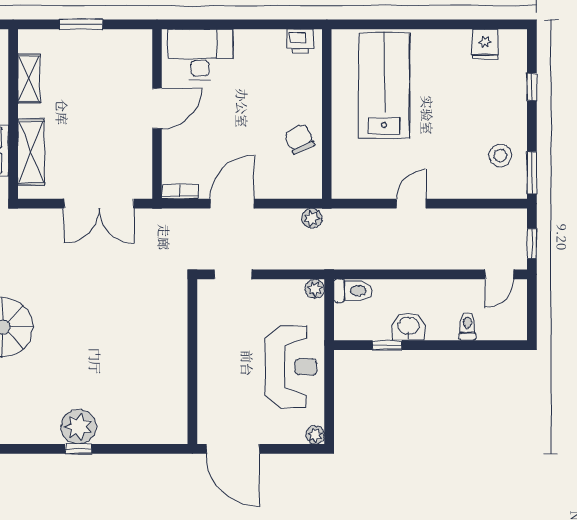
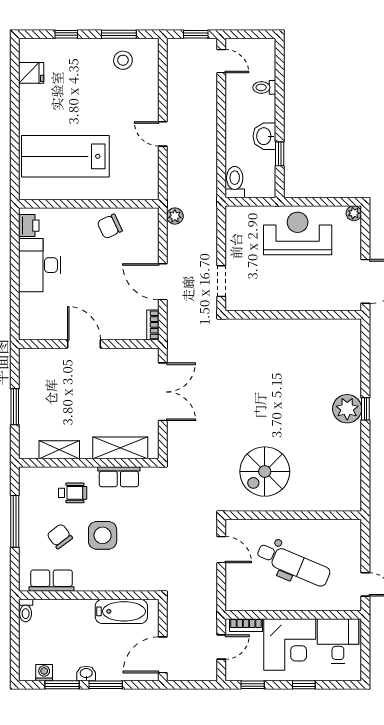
desk: (200, 55) -> (40, 265), moved
window: (532, 173) -> (119, 34), moved
plant: (315, 289) -> (233, 214), removed

